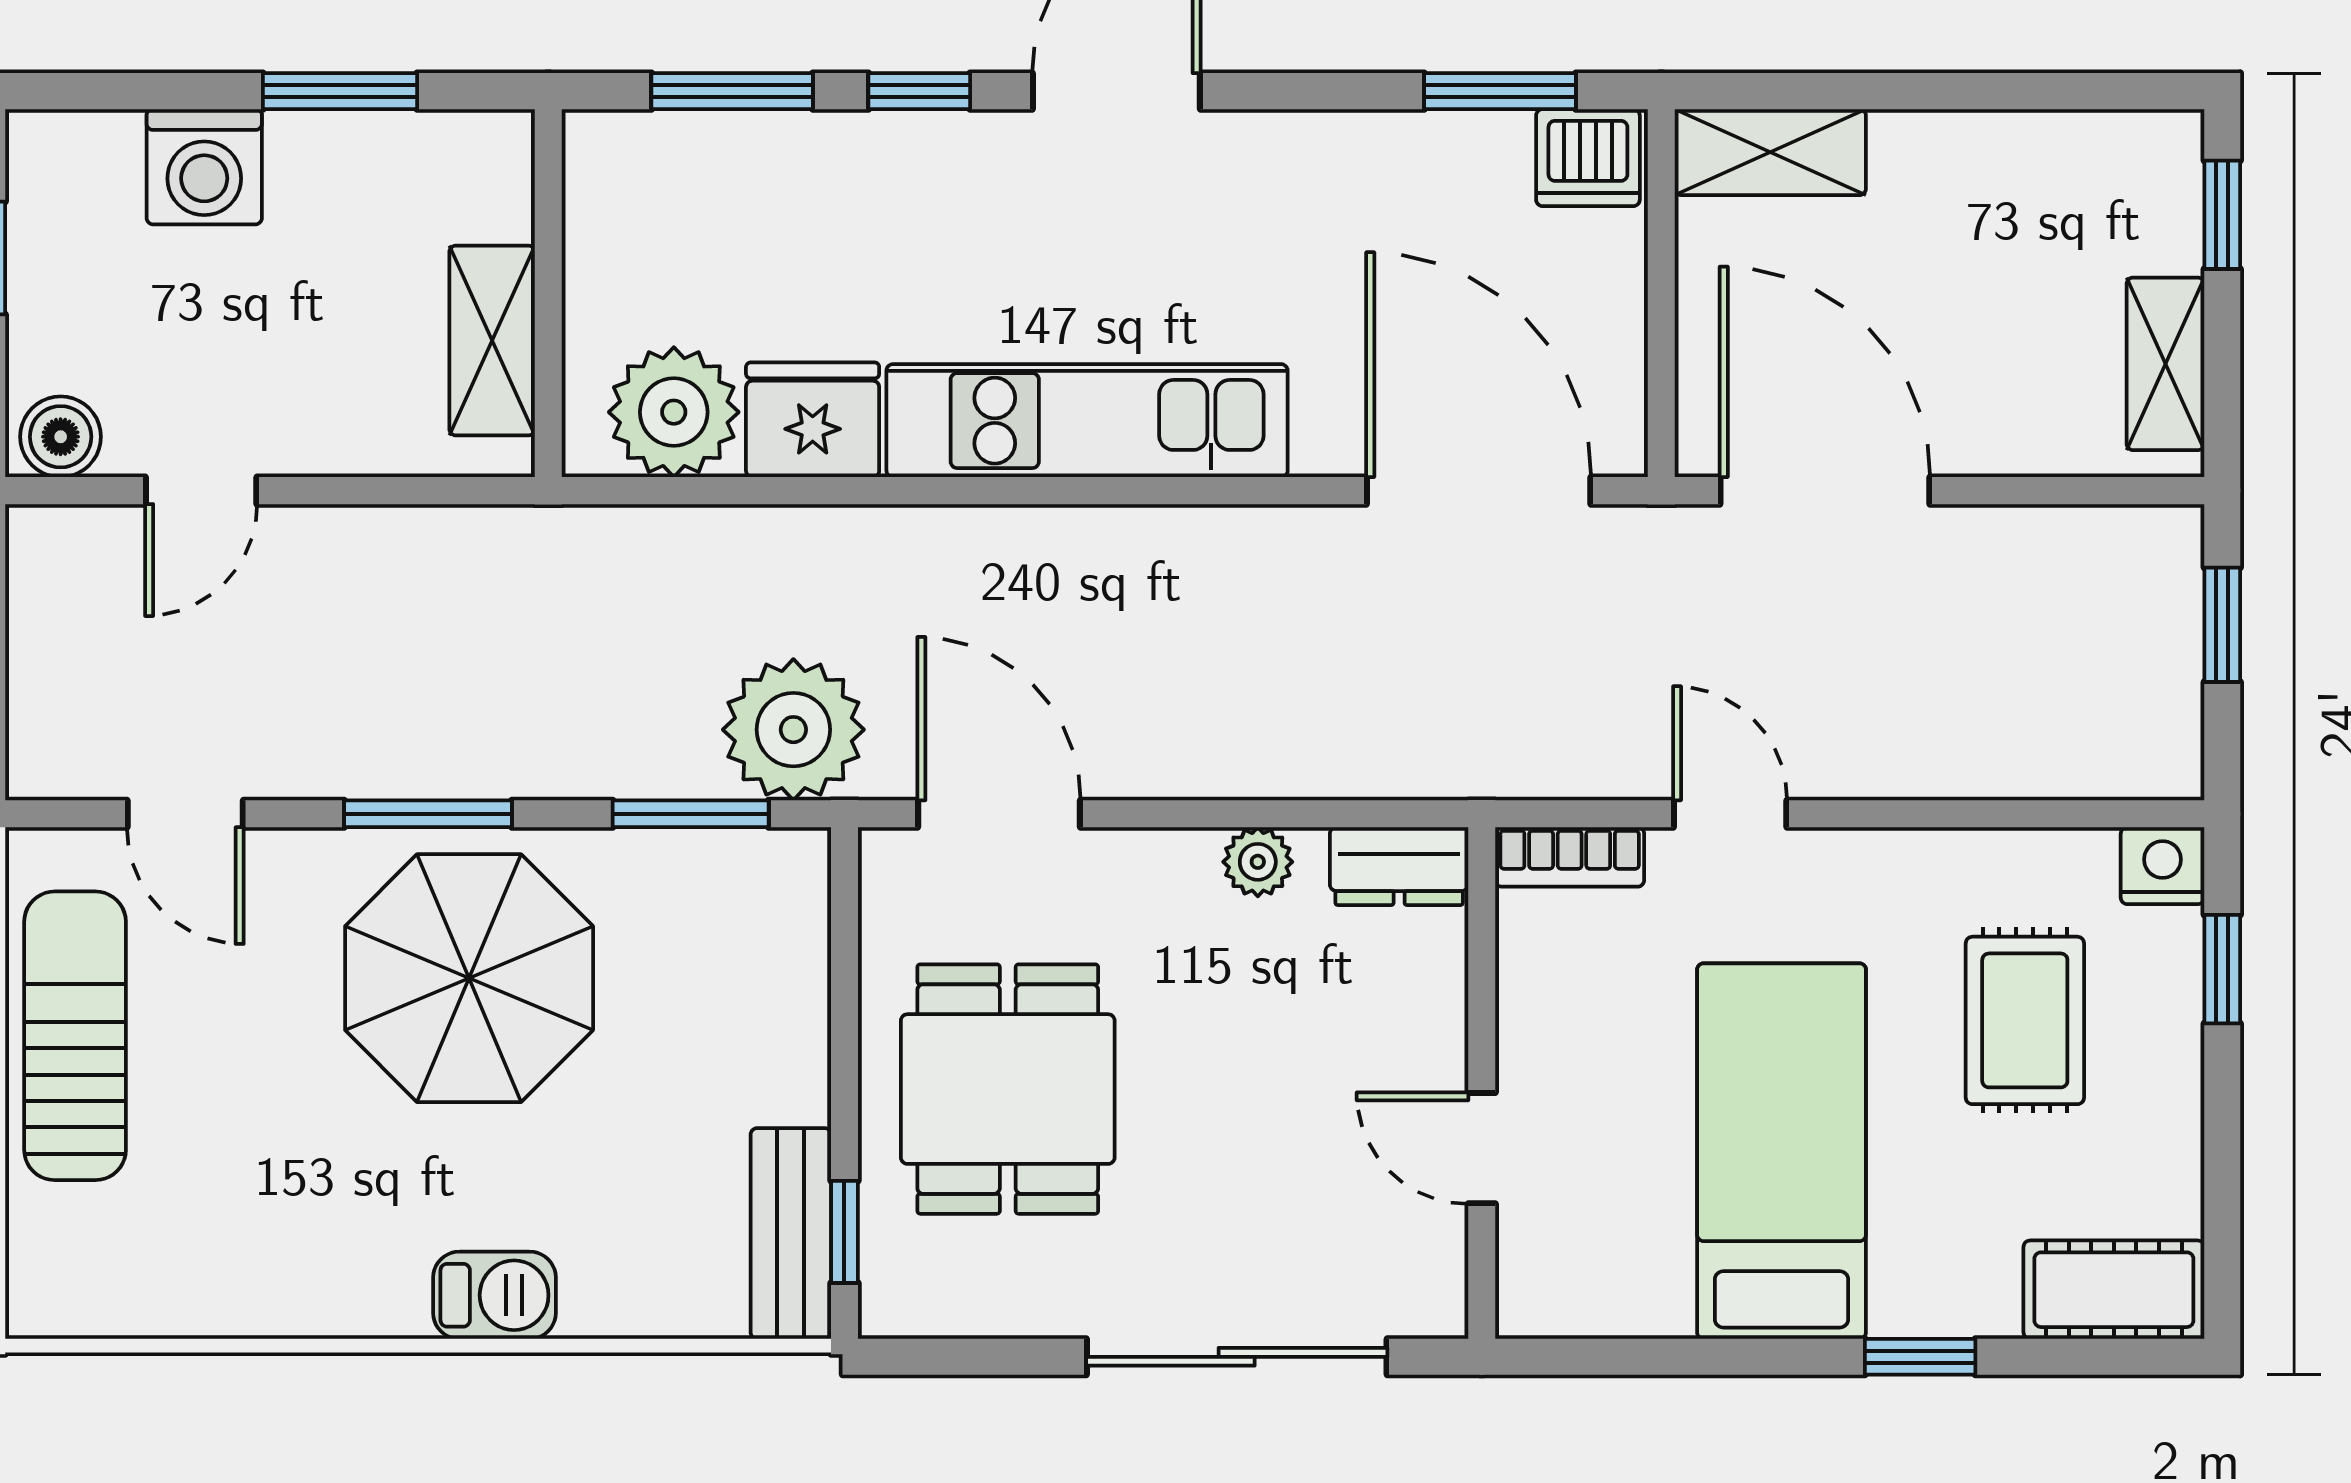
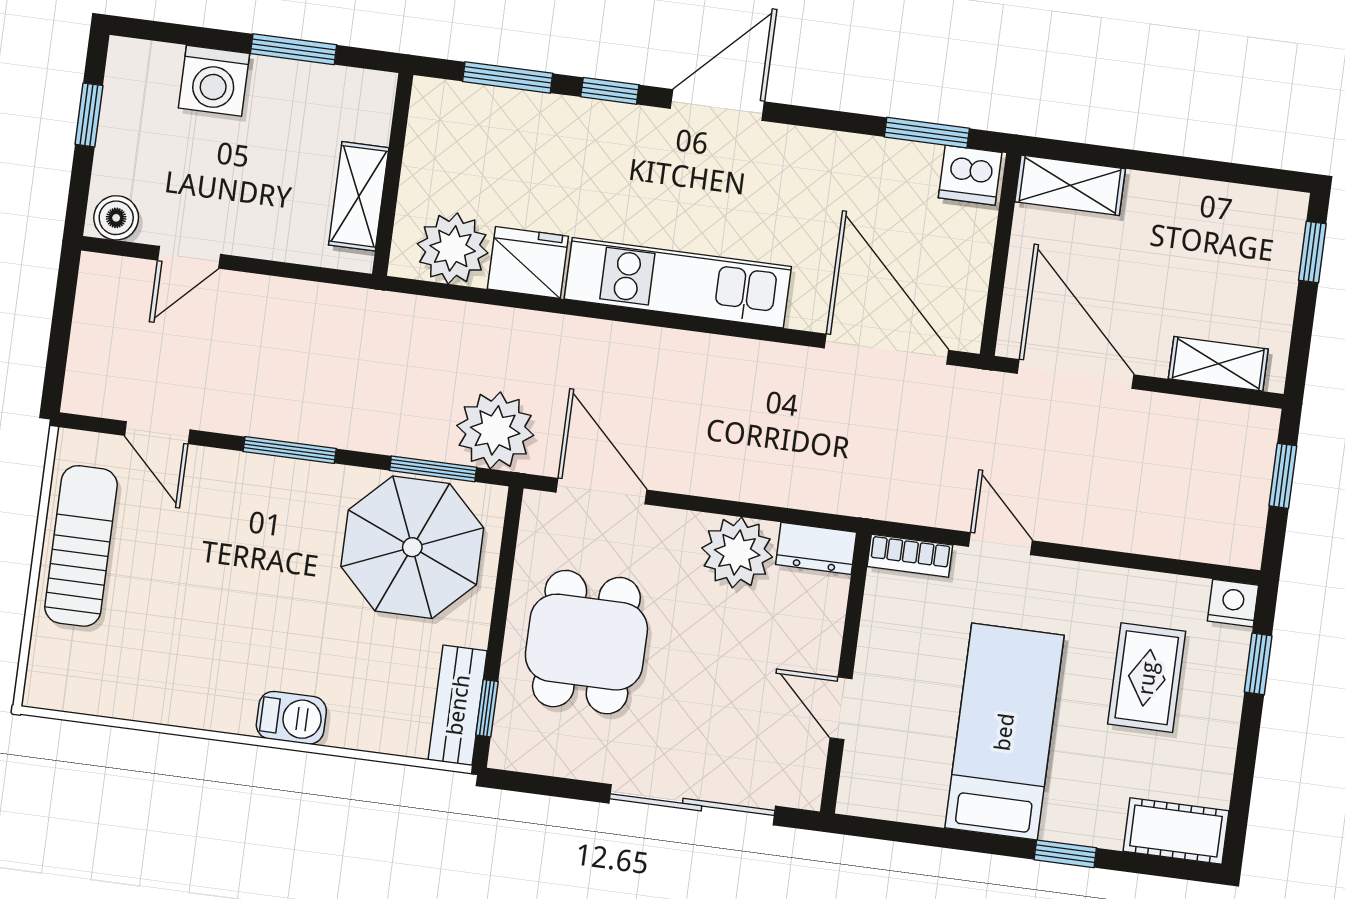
shelving: (2165, 364) -> (1218, 364), moved, turned 90
plant: (1258, 862) -> (737, 553), width x1.88, depth x1.88
parasol: (469, 978) -> (412, 547), moved

